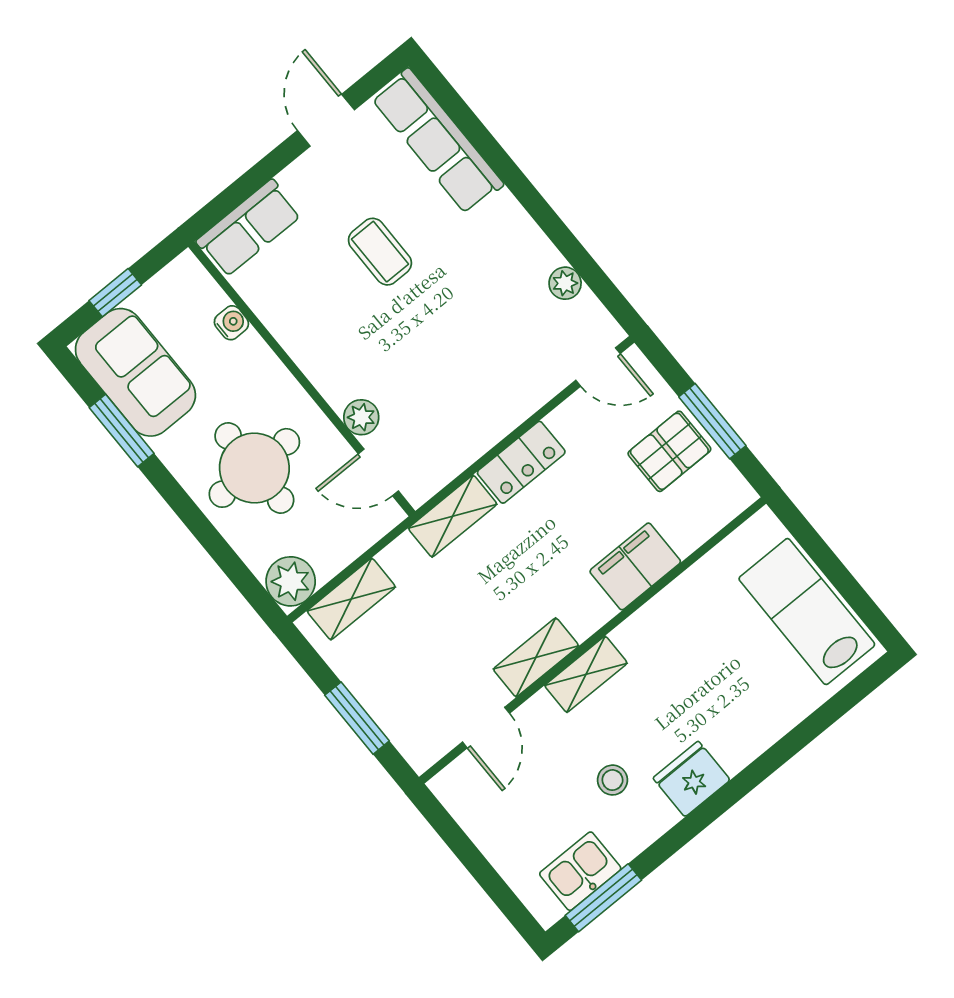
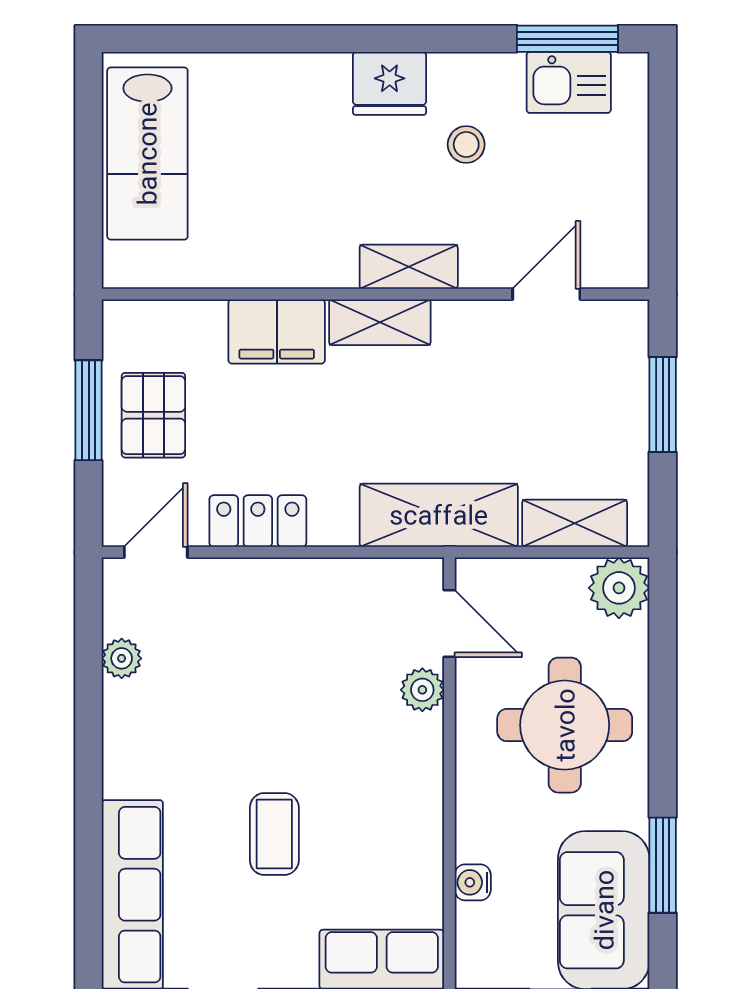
door: (598, 367) -> (156, 552), hinge flipped
pallet: (669, 451) -> (153, 415), turned 90
locker: (521, 462) -> (258, 521), moved
shelving: (453, 516) -> (439, 515), width x1.50, depth x1.33
shelving: (536, 657) -> (380, 322), moved

